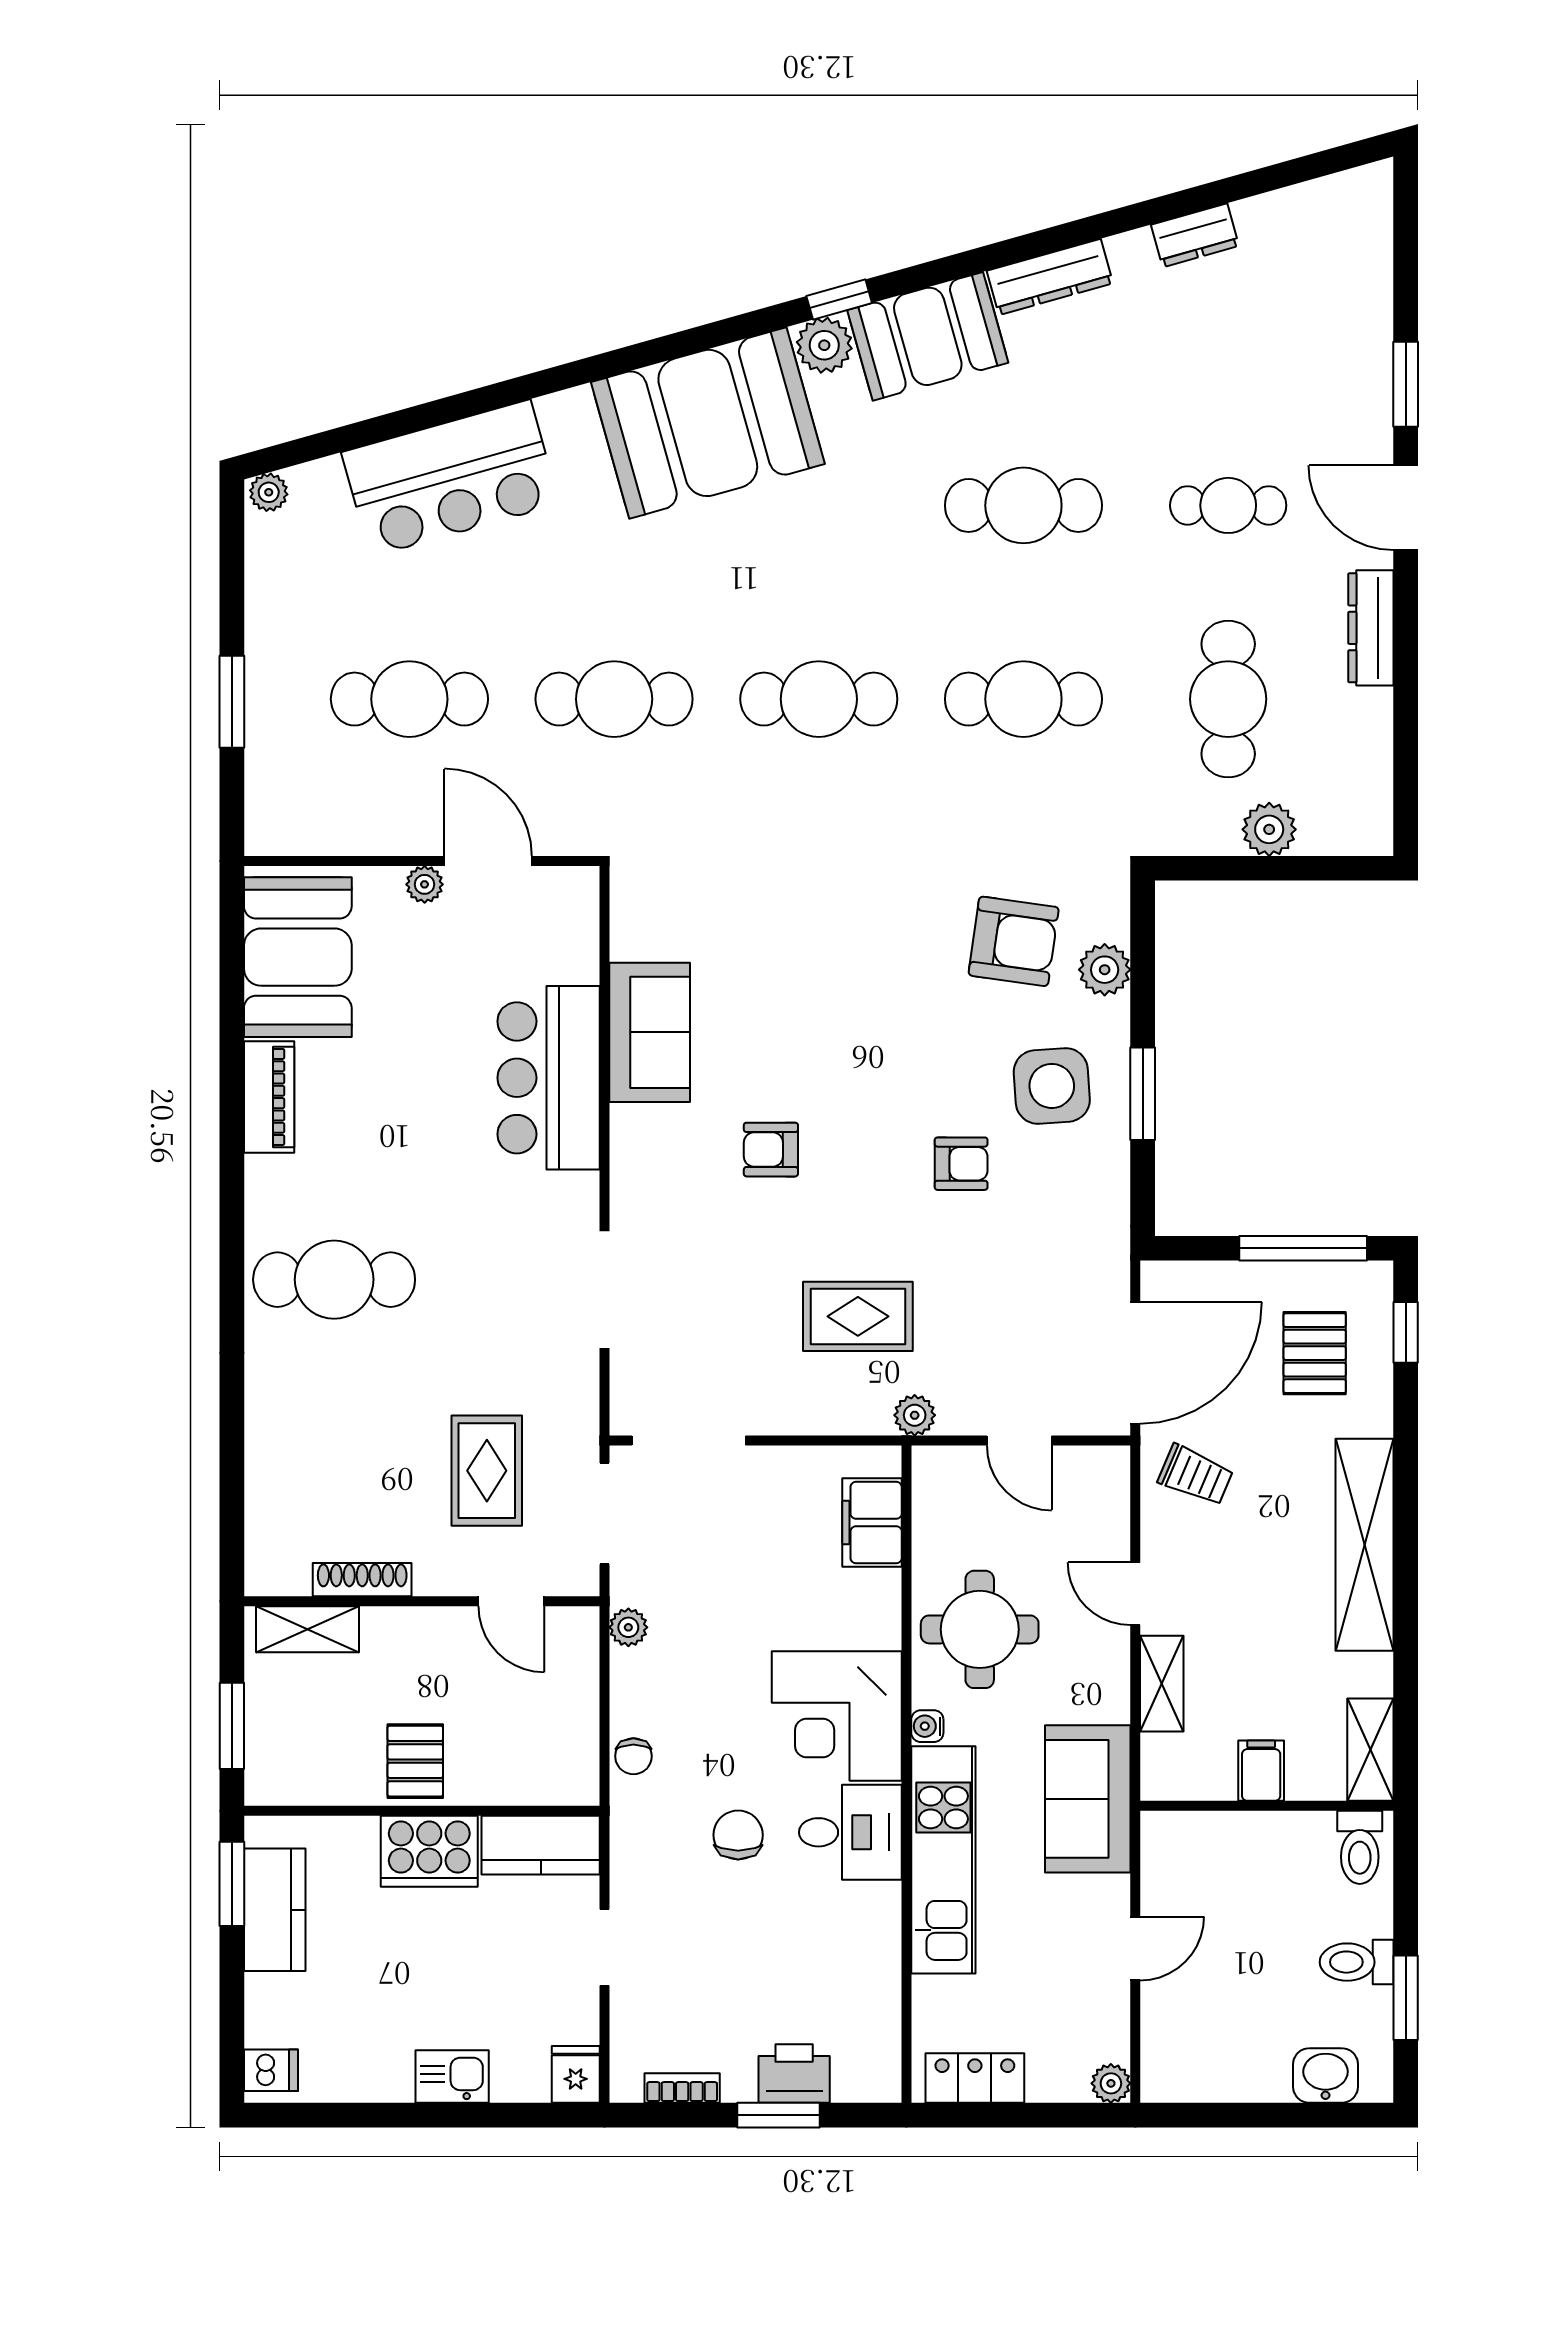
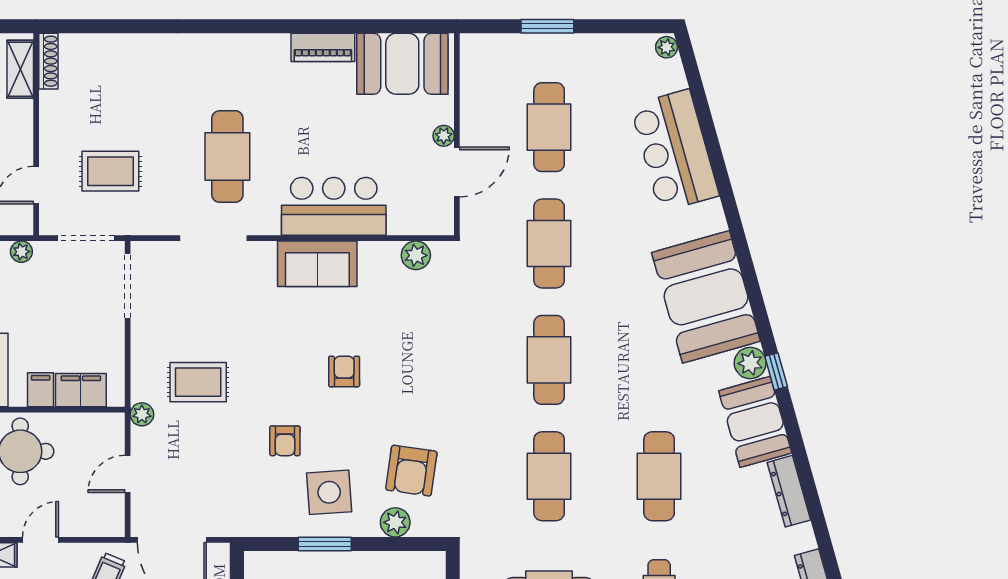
plant: (635, 933) -> (416, 255), added
sofa: (650, 1032) -> (317, 264), moved
armchair: (771, 1150) -> (344, 371), moved
cafe table: (334, 1280) -> (227, 157), moved
rug: (858, 1316) -> (198, 382), turned 90
shoe rack: (362, 1580) -> (48, 61), moved
filing cabinet: (871, 1594) -> (41, 390), added

